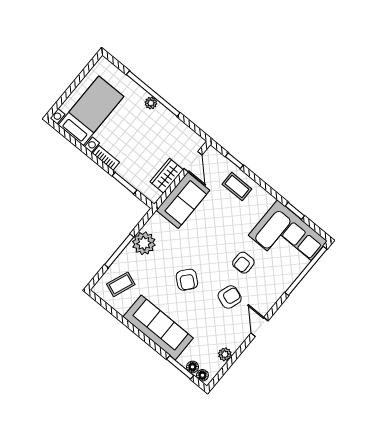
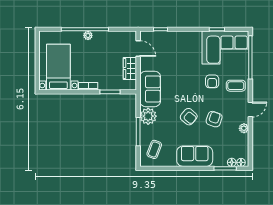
coffee table: (237, 187) -> (236, 86), moved
sofa: (183, 200) -> (150, 89), moved
armchair: (230, 297) -> (214, 119), moved
sofa: (158, 327) -> (195, 156), width x0.73
door: (259, 327) -> (250, 110), swing flipped
plant: (225, 354) -> (244, 128), moved

